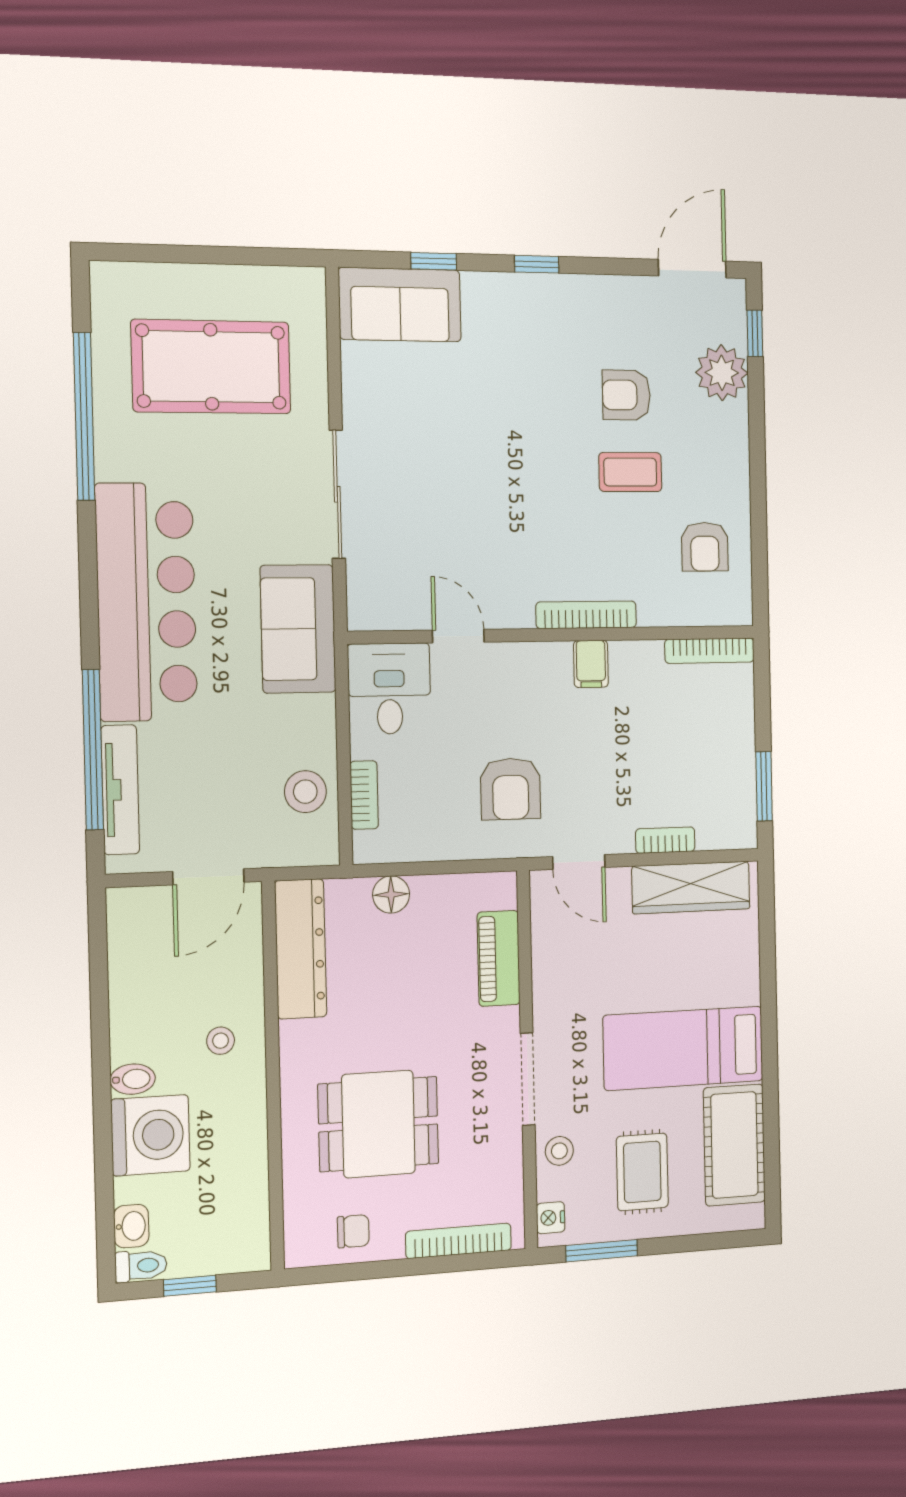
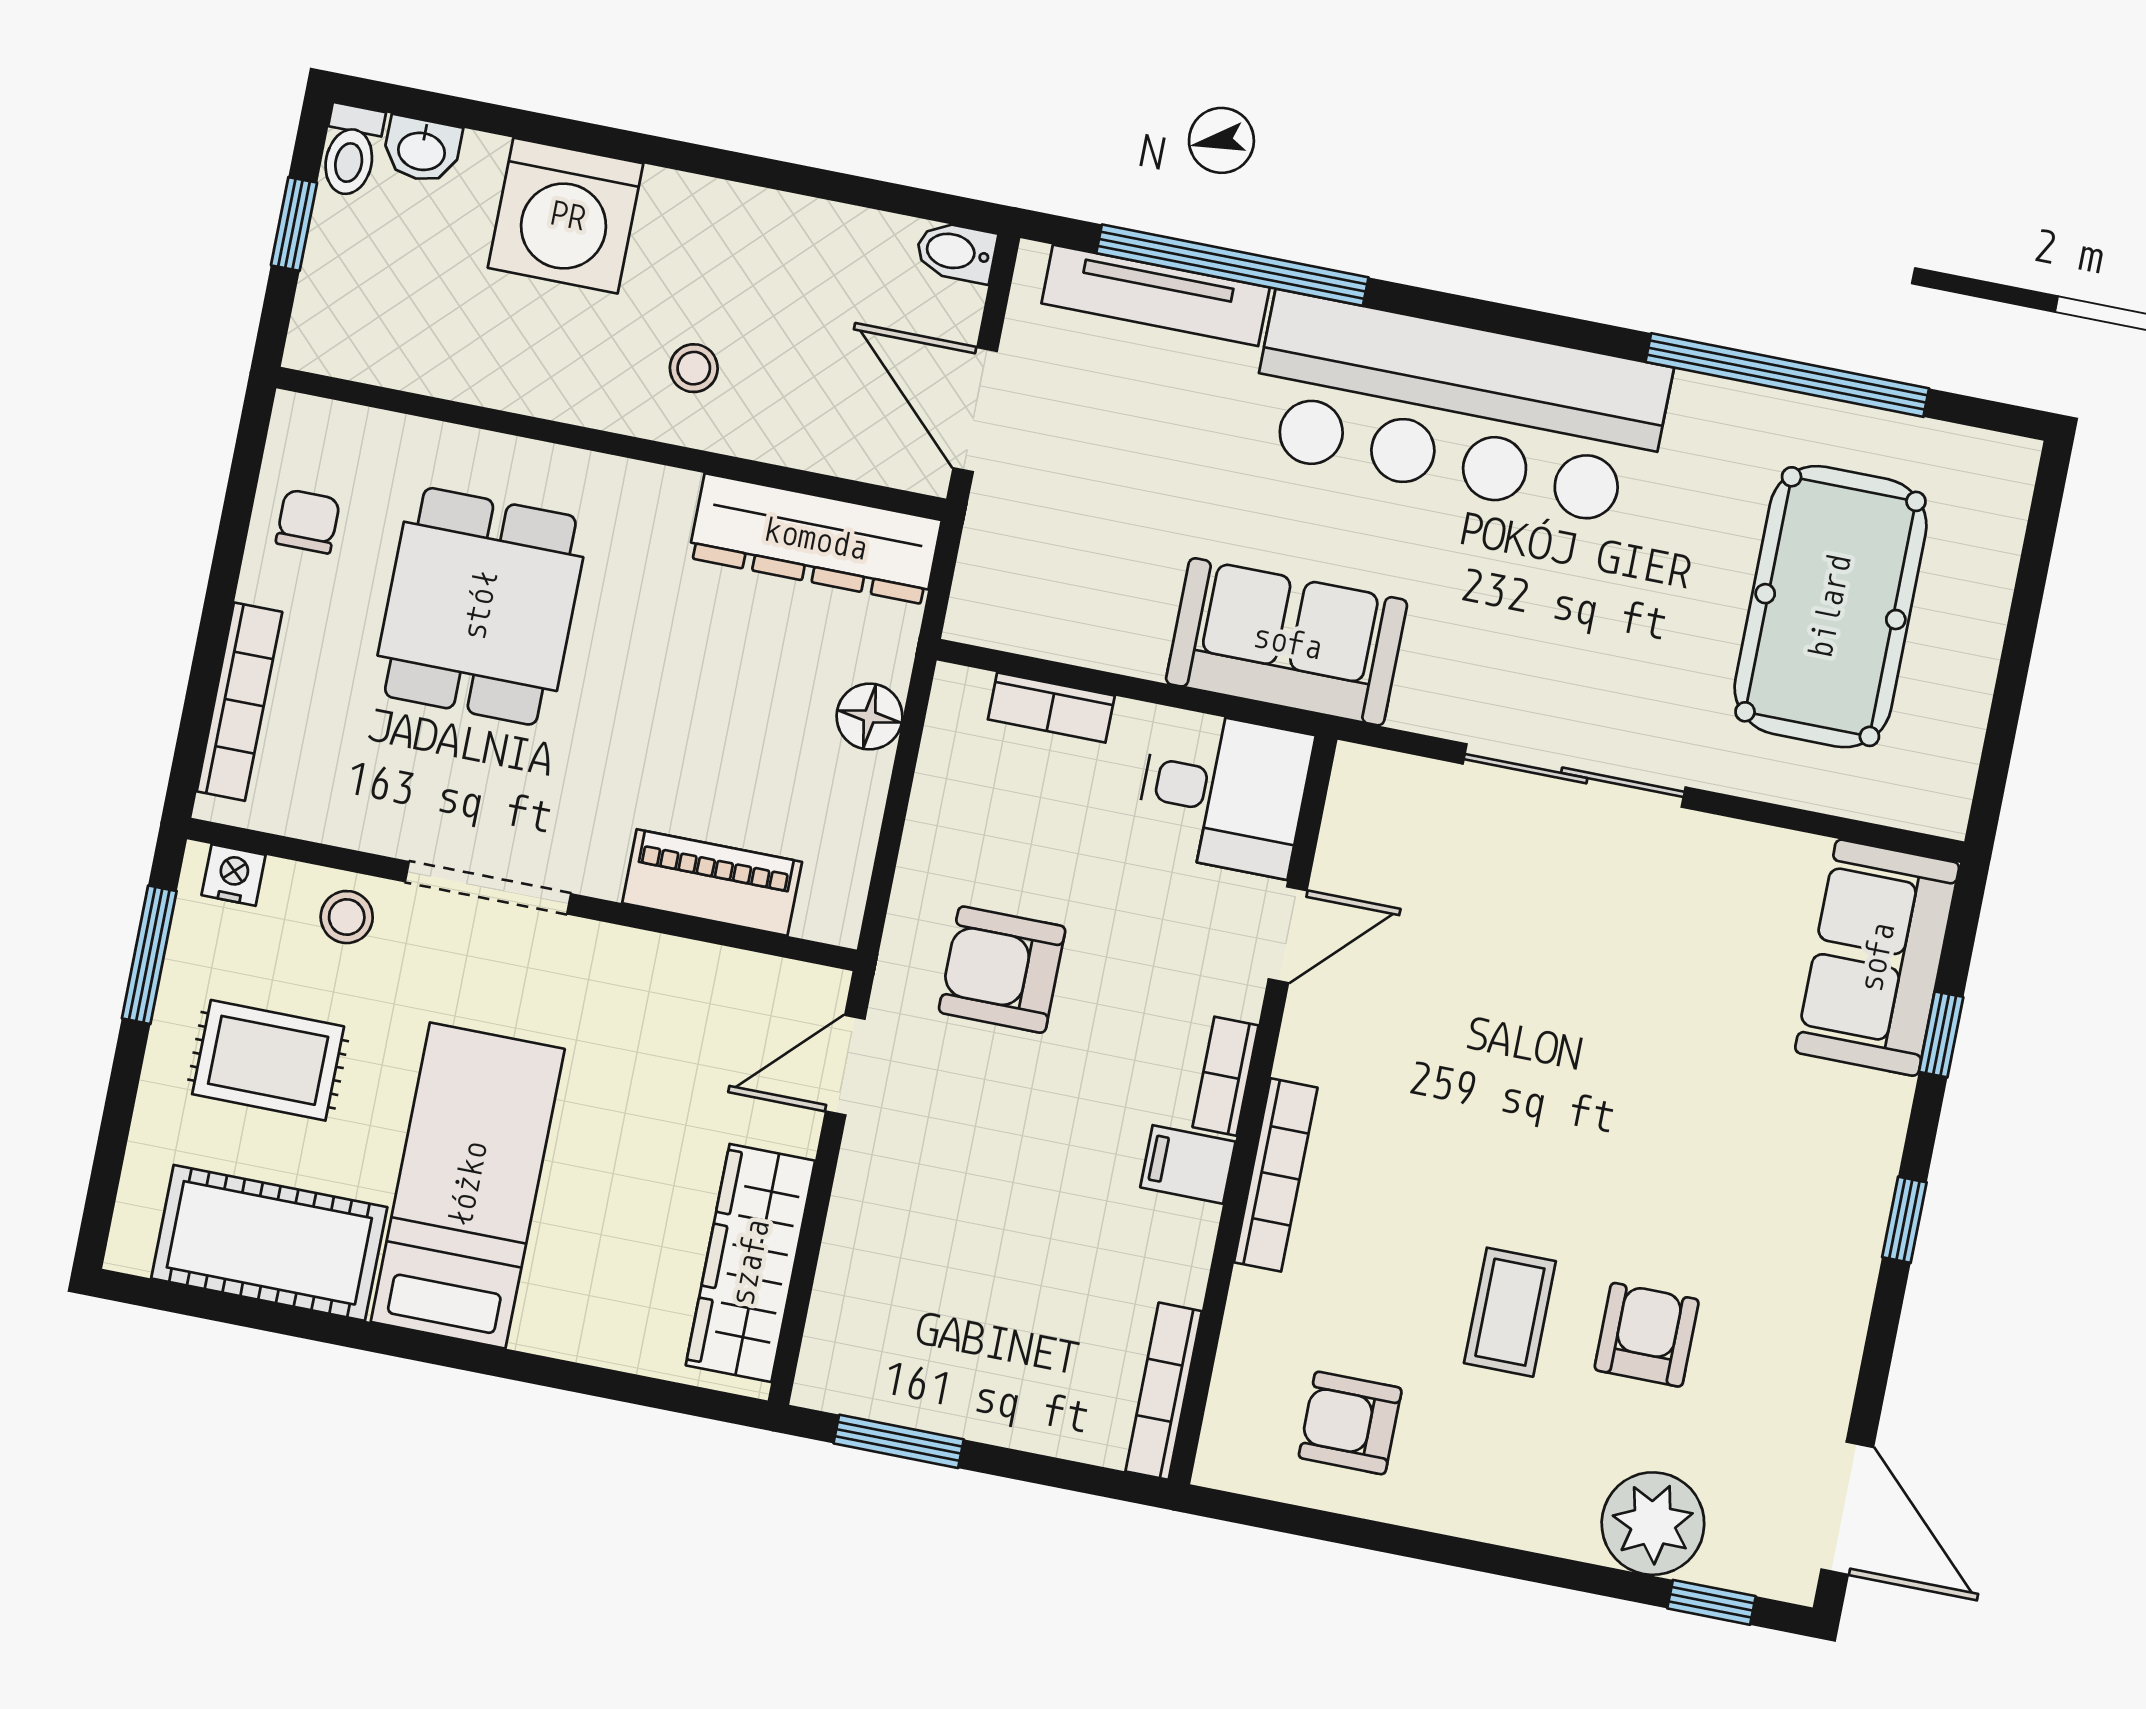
sofa: (298, 629) -> (1287, 642), moved
stool: (305, 792) -> (1081, 607), removed
bookcase: (665, 840) -> (1225, 1076), moved, turned 180
bidet: (133, 1079) -> (956, 252), moved, turned 90
chair: (353, 1231) -> (308, 521), turned 180

